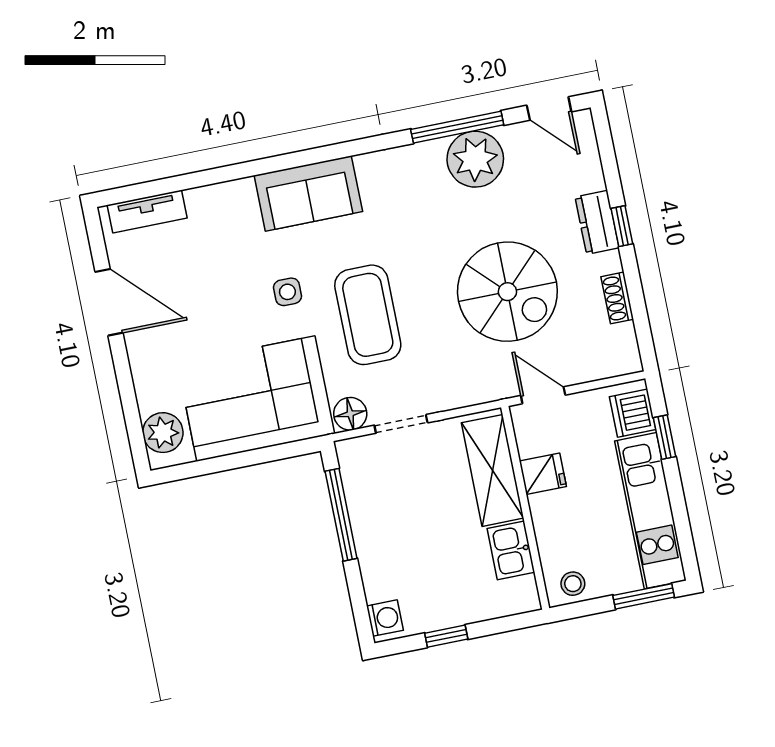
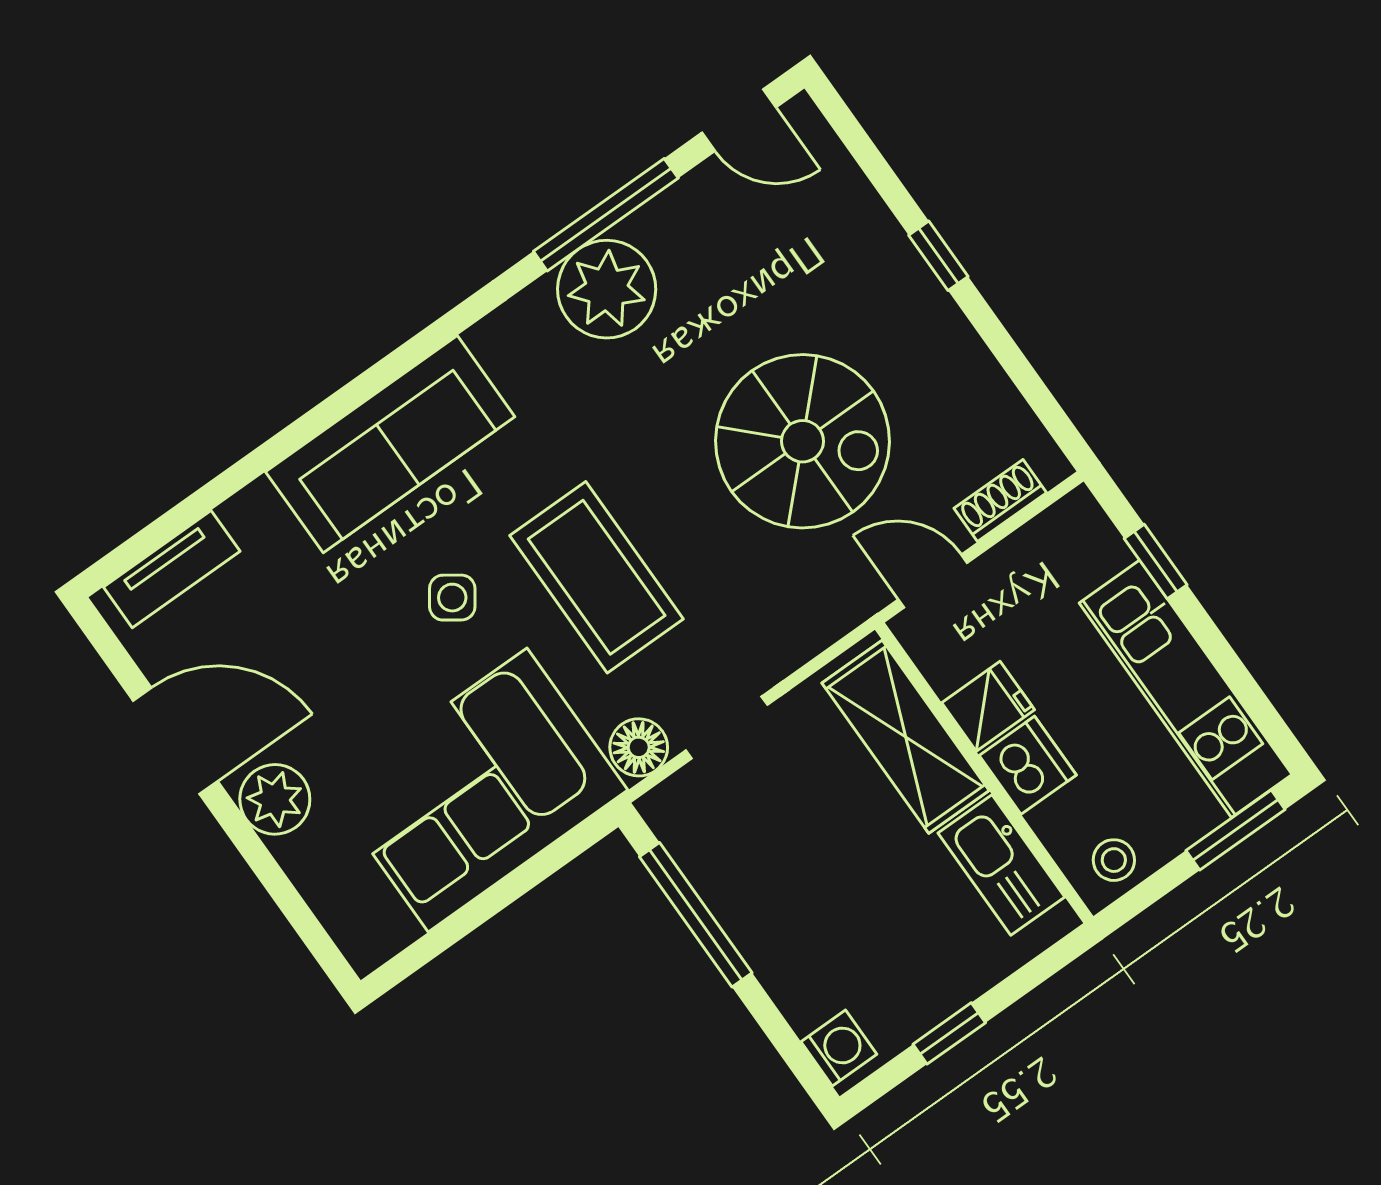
plant: (475, 159) -> (607, 289), moved
sofa: (308, 193) -> (390, 444), width x1.36
dresser: (597, 222) -> (896, 267), removed
side table: (287, 292) -> (452, 598), turned 35
shoe rack: (617, 298) -> (1000, 500), moved, turned 90
dishwasher: (633, 413) -> (1028, 765), moved, turned 180
plant: (163, 433) -> (275, 799), moved
kitchen sink: (511, 550) -> (1001, 865), width x1.38

